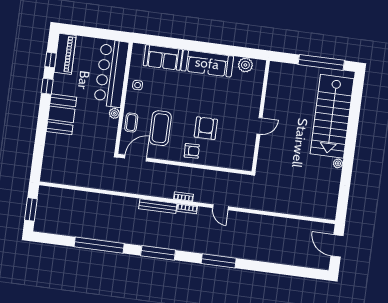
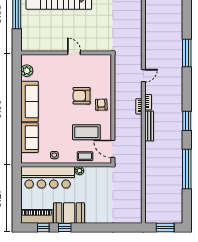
booth: (61, 114) -> (69, 213), moved
window: (158, 253) -> (187, 121), width x0.69
window: (219, 261) -> (187, 53), moved

